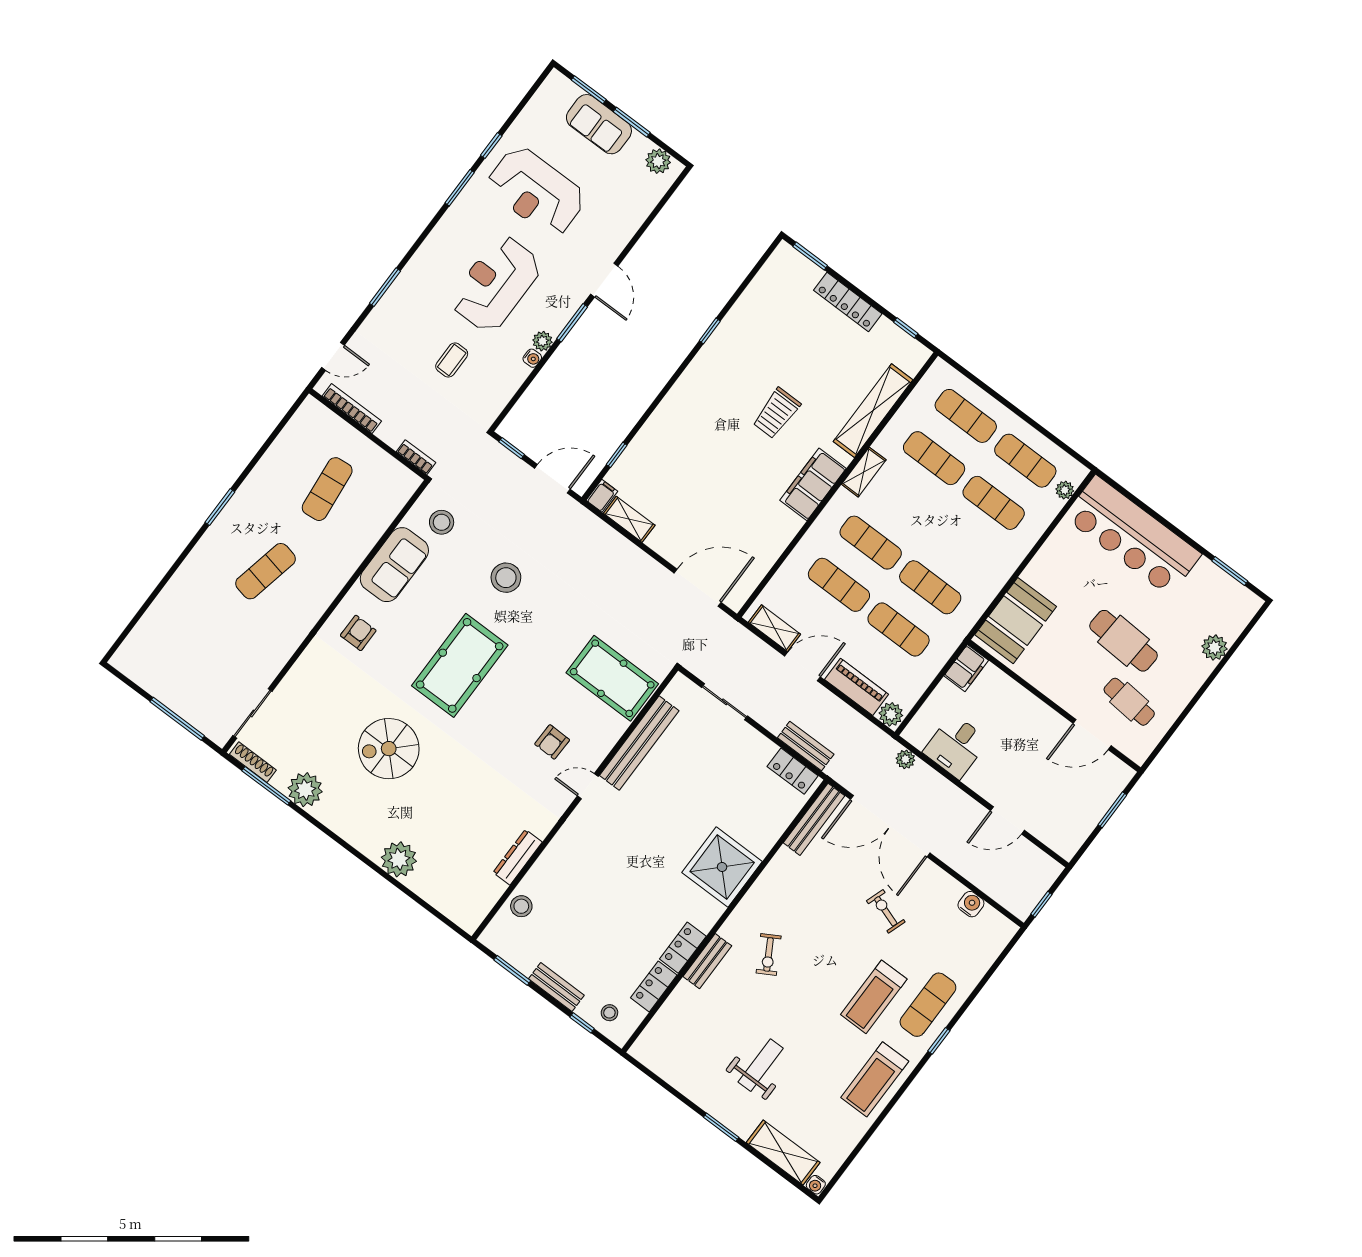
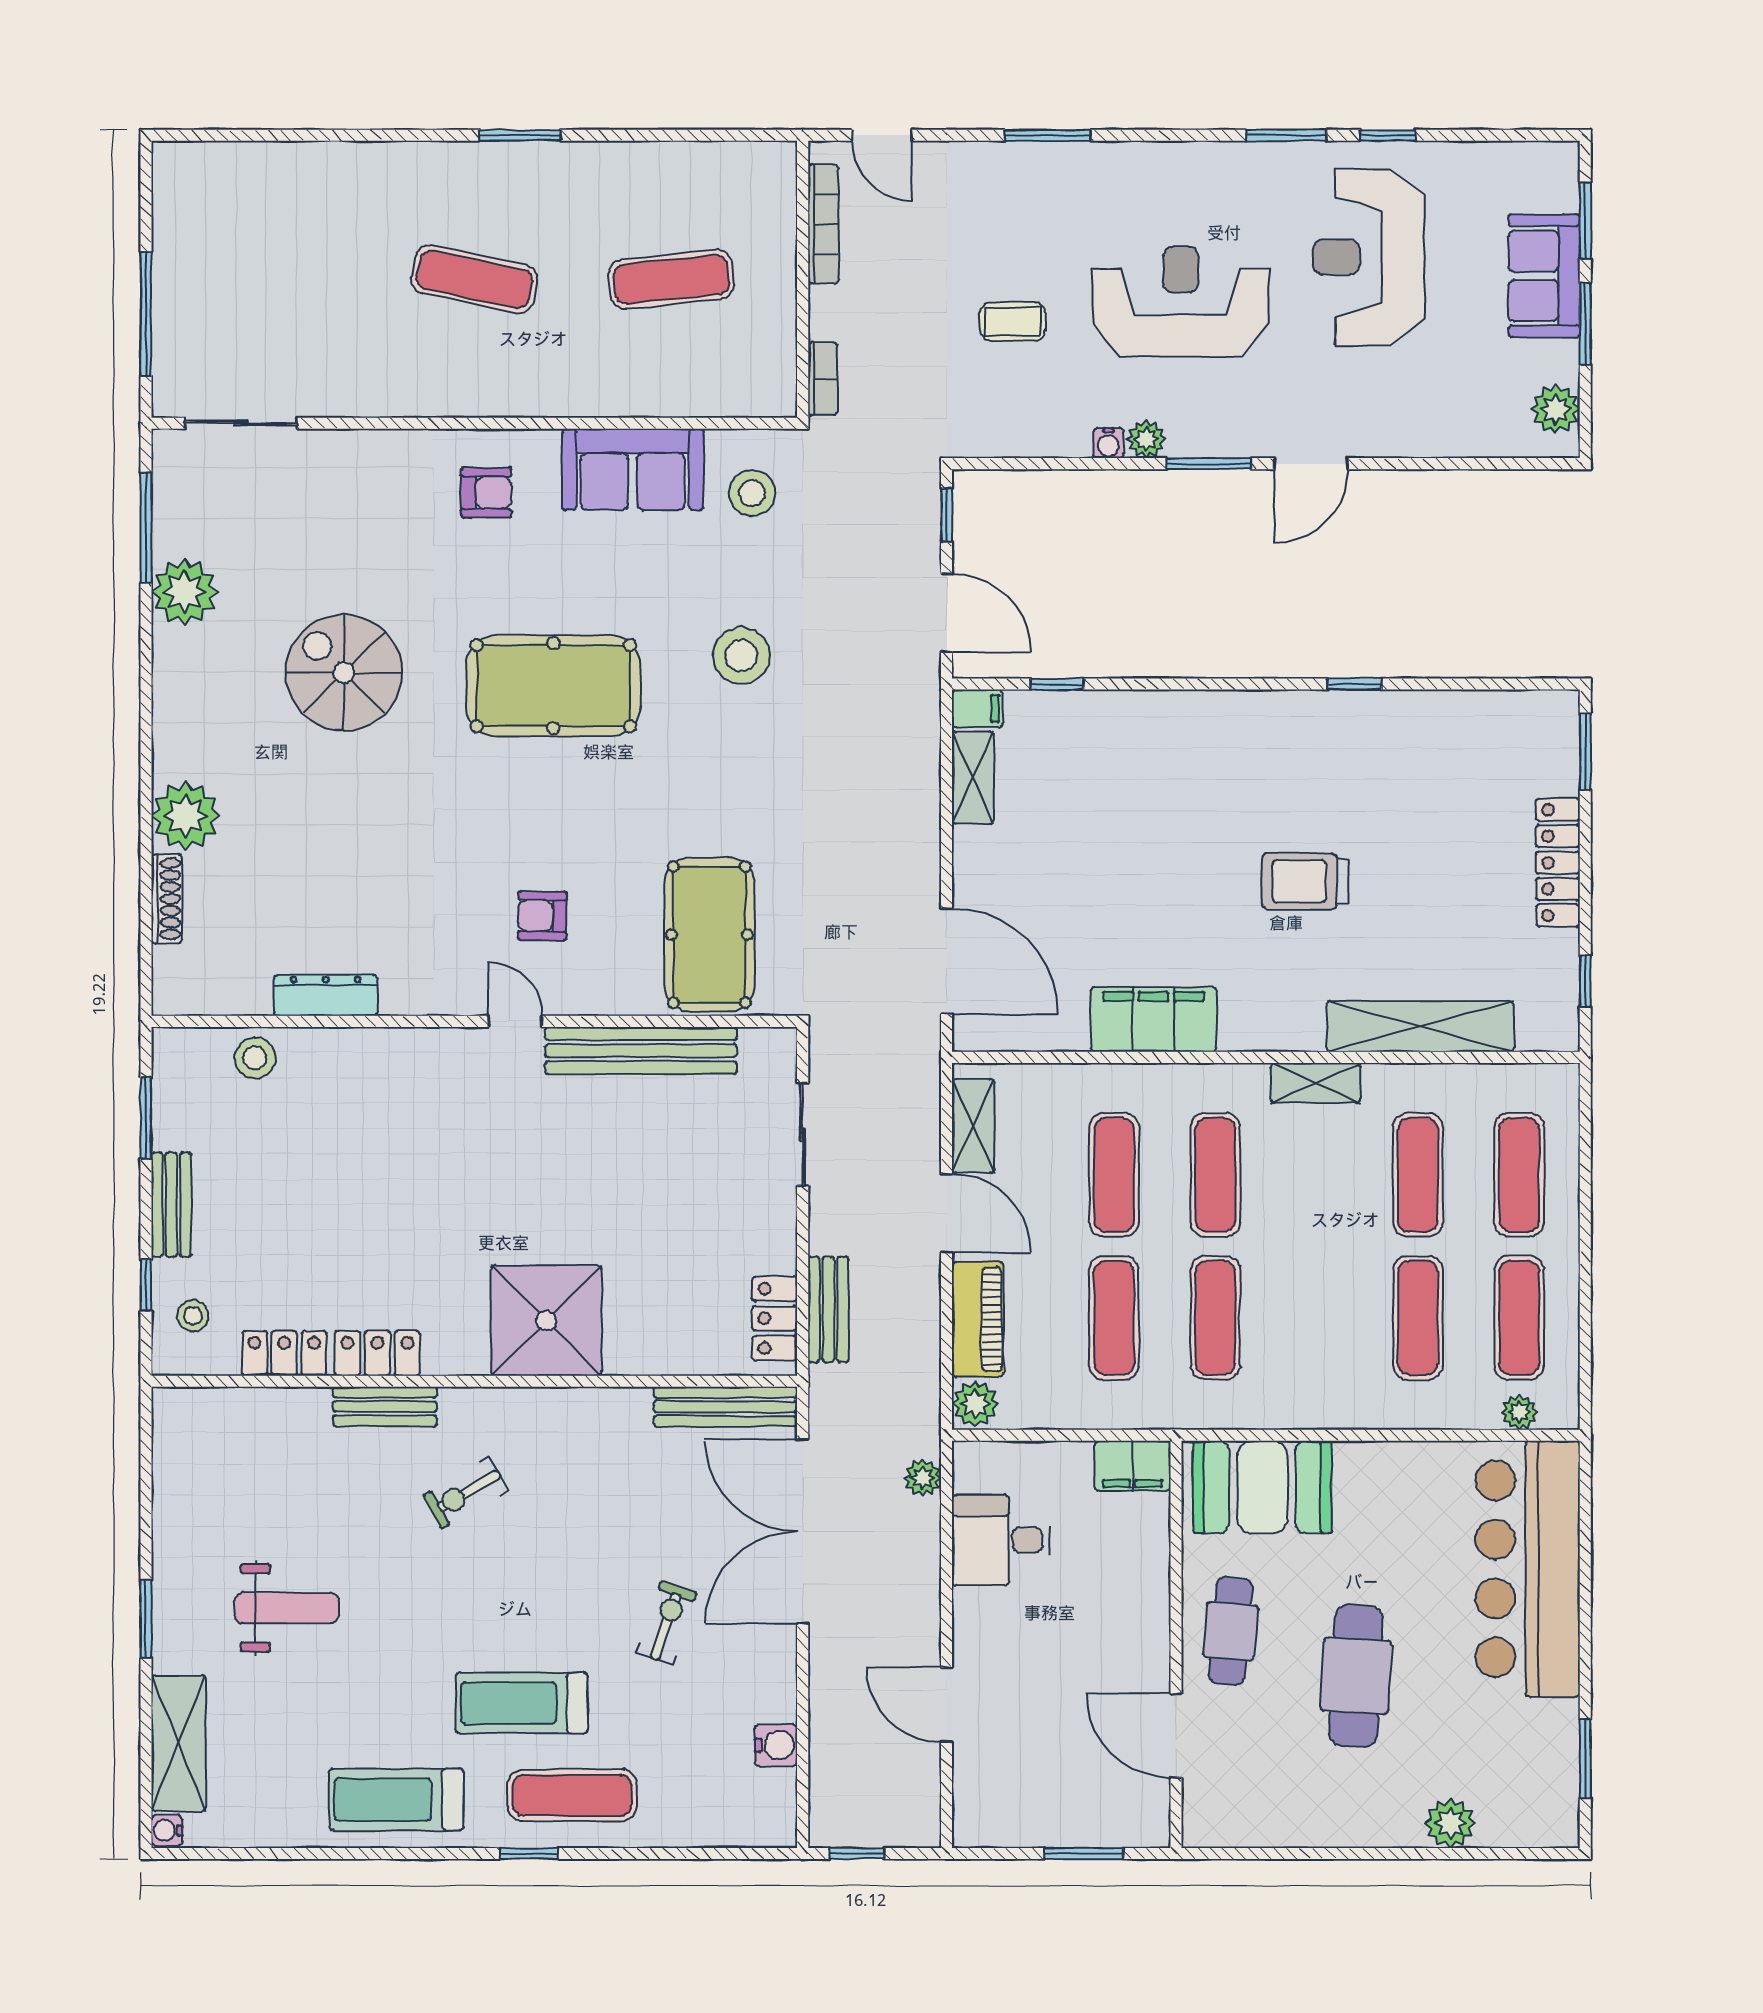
filing cabinet: (813, 484) -> (1154, 1019), moved
cafe table: (1129, 702) -> (1231, 1631), moved
shoe rack: (253, 762) -> (167, 899), moved

